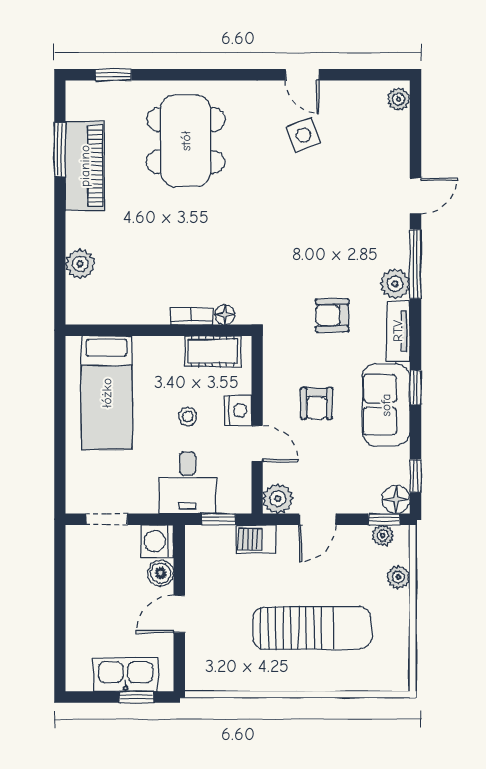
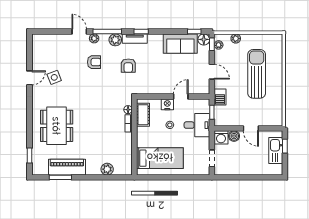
plant: (399, 99) -> (94, 38), moved
dining table: (186, 141) -> (57, 126), turned 90
window: (415, 388) -> (141, 31), moved
armchair: (317, 403) -> (94, 62), moved
sofa: (386, 405) -> (180, 44), moved
plant: (278, 499) -> (203, 88), removed

